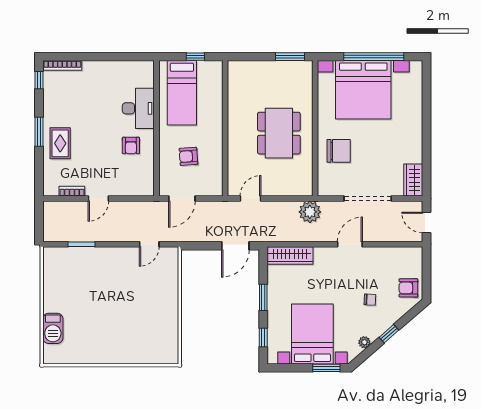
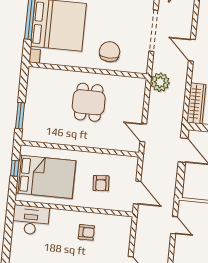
window: (290, 57) -> (20, 116), moved
bed: (182, 93) -> (46, 177), width x1.50
desk: (138, 108) -> (31, 220), moved
dining table: (279, 133) -> (89, 102), width x0.73

